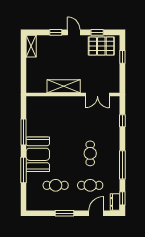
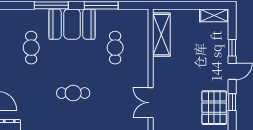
shelving: (64, 86) -> (161, 35), moved
cafe table: (90, 185) -> (115, 48), moved

